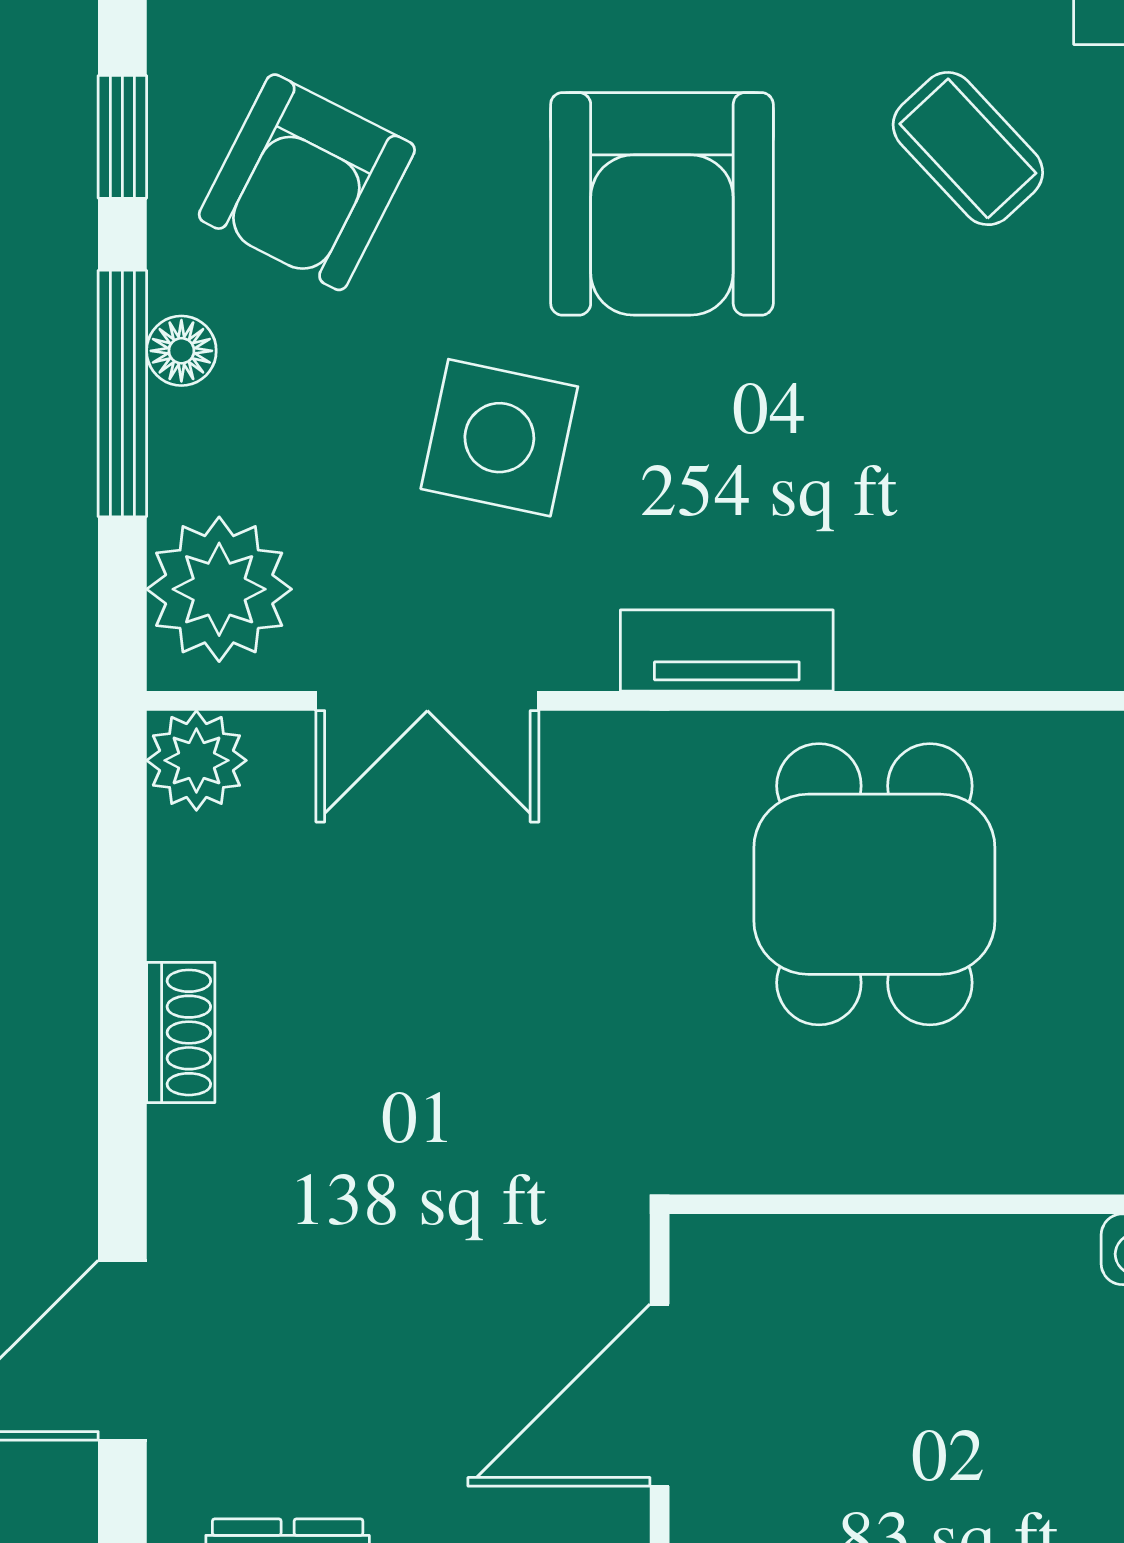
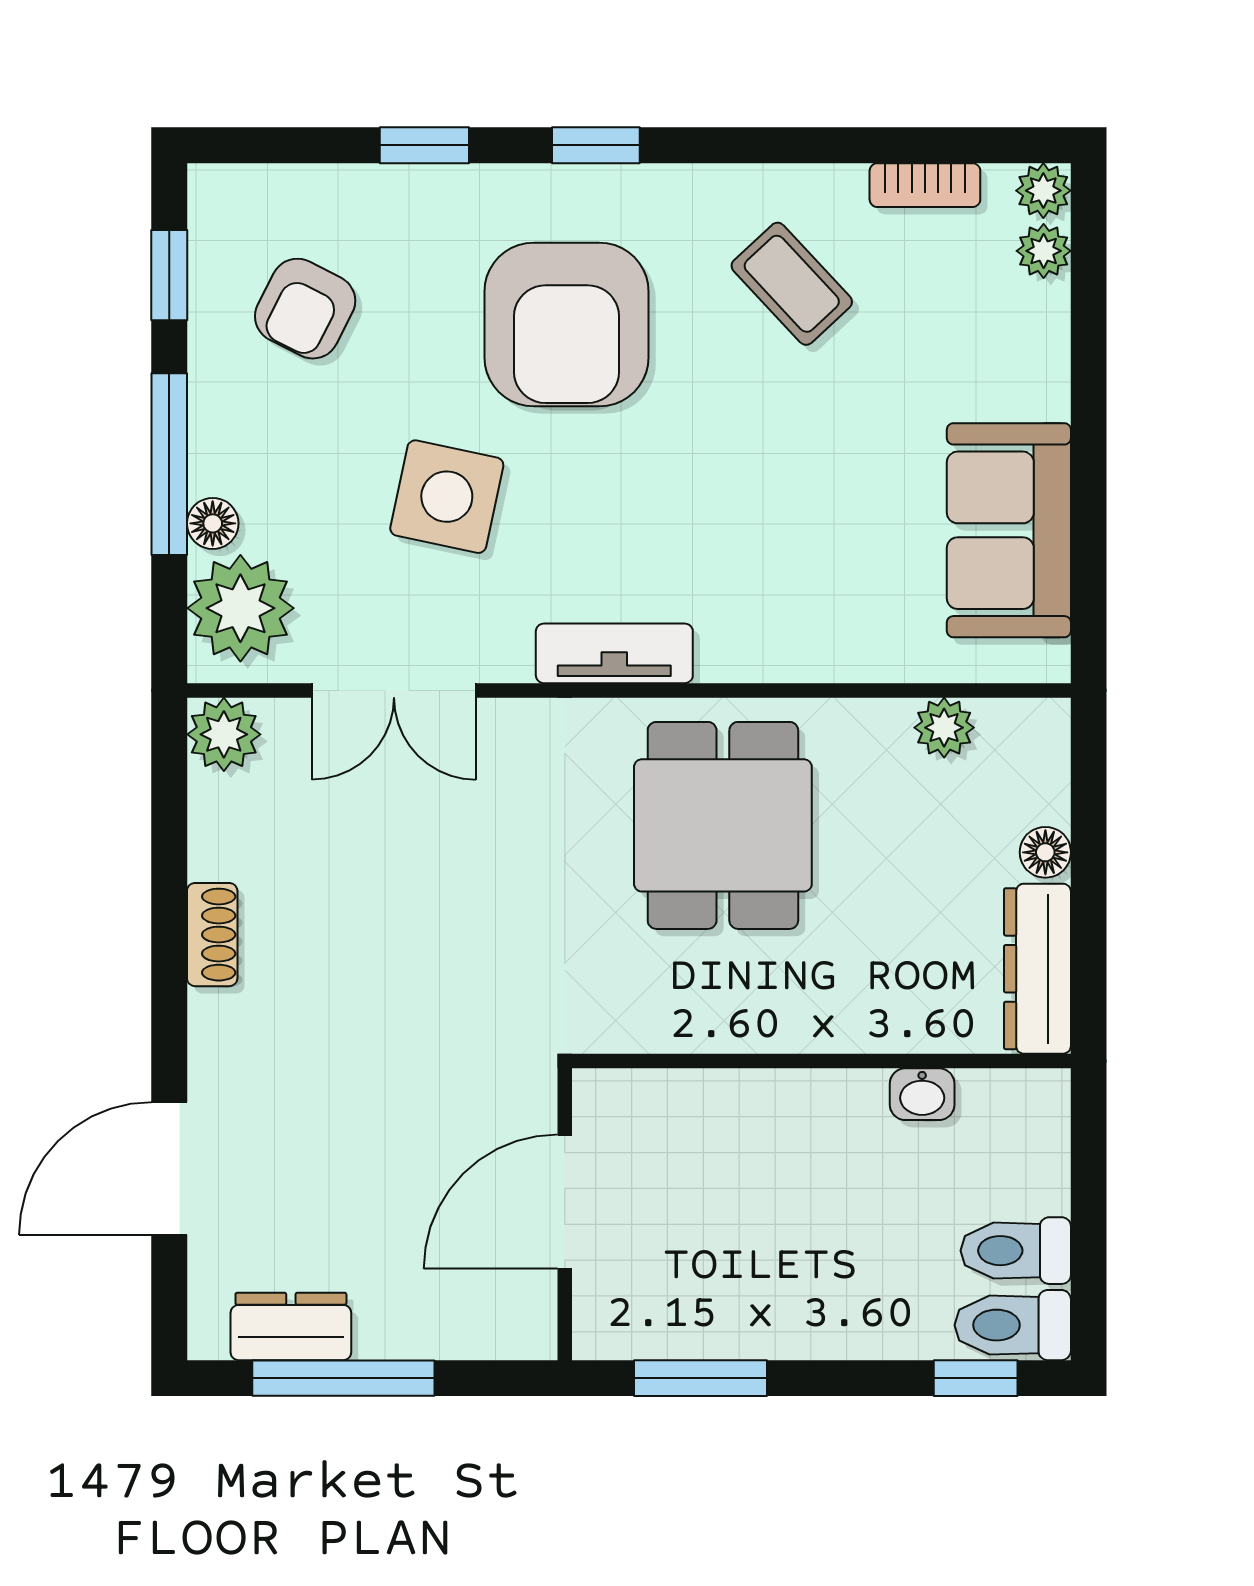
armchair: (307, 182) -> (305, 309), width x0.72, depth x0.72
floor lamp: (181, 351) -> (213, 523), moved

